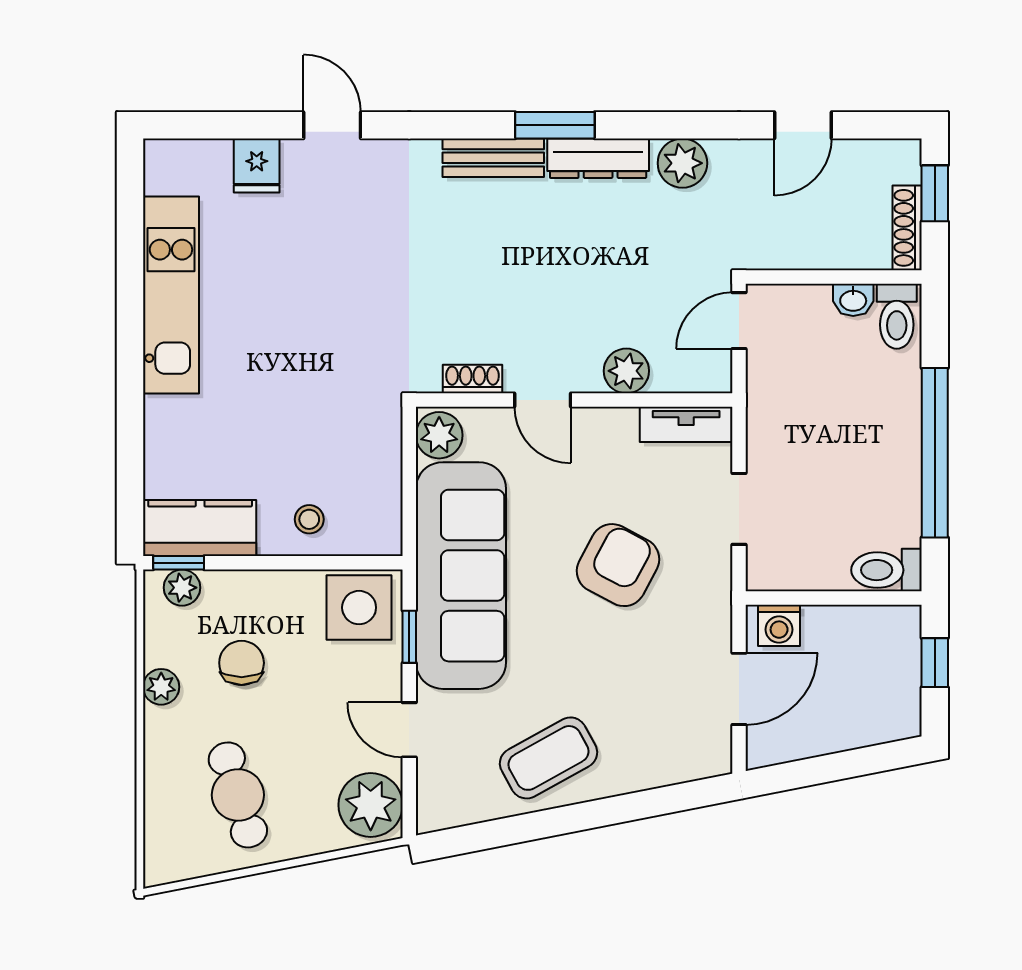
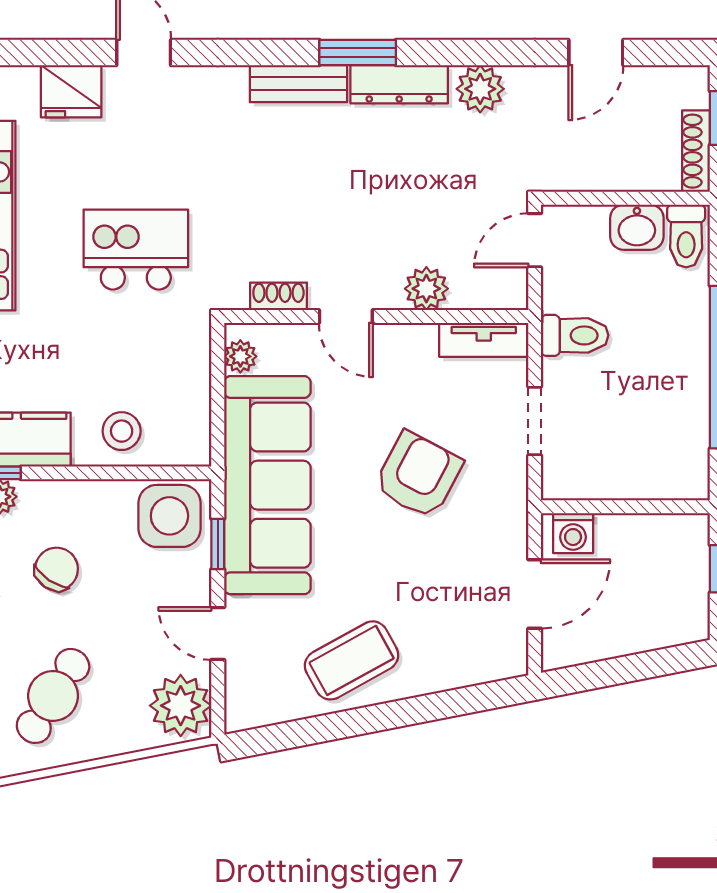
fridge: (257, 166) -> (71, 91), width x1.38
washbasin: (853, 300) -> (637, 227), width x1.38, depth x1.45
kitchen island: (324, 330) -> (136, 250), added
plant: (439, 435) -> (240, 356), width x0.73, depth x0.73
stool: (309, 519) -> (122, 431), width x1.37, depth x1.37
toilet: (886, 570) -> (575, 335), moved, turned 180
chair: (242, 663) -> (57, 569), turned 34
cafe table: (238, 795) -> (53, 696), turned 49

